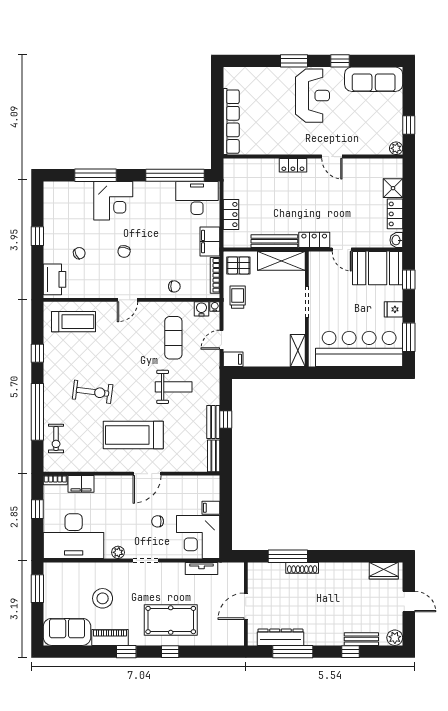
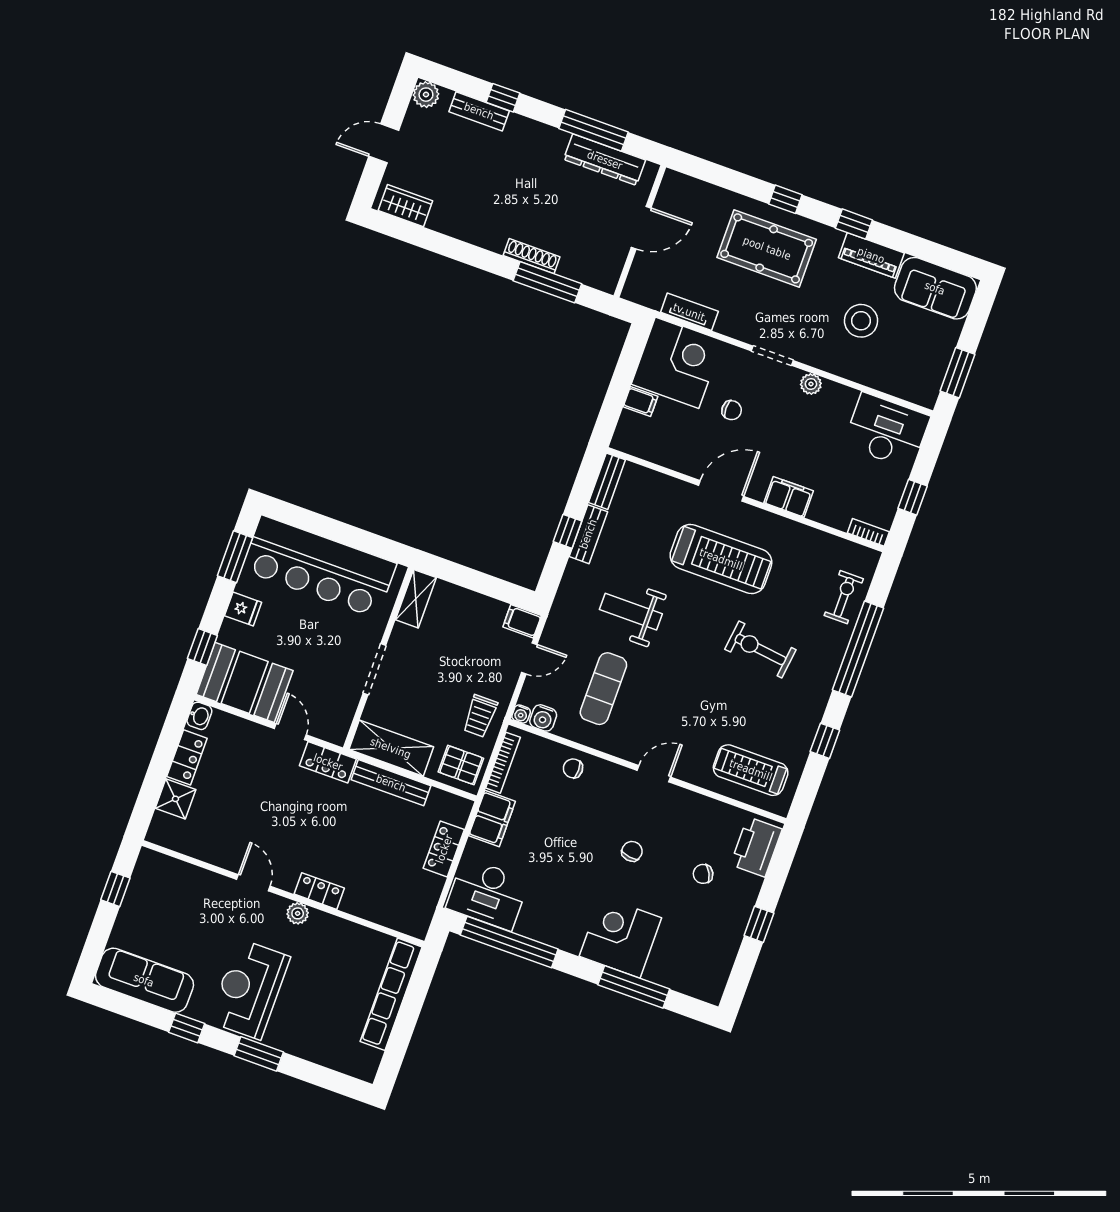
plant: (396, 148) -> (298, 913), moved
filing cabinet: (81, 484) -> (789, 497), moved
desk: (74, 536) -> (887, 431), width x0.73, depth x0.77
door: (409, 601) -> (384, 143), hinge flipped

